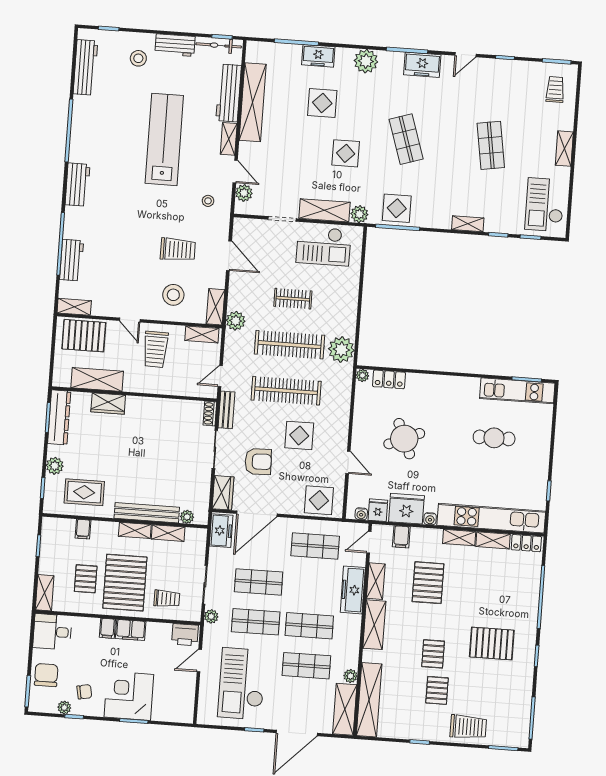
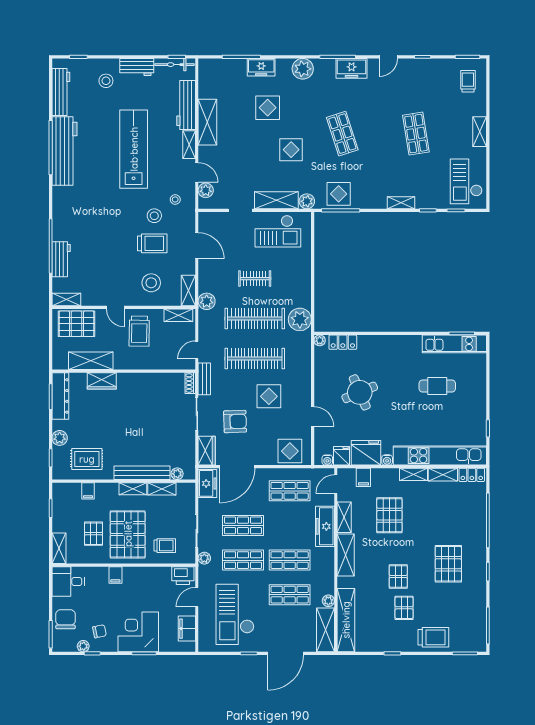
shelving: (253, 102) -> (207, 122), width x0.68
workbench: (78, 185) -> (64, 151), moved, width x1.87, depth x1.32
stool: (183, 218) -> (154, 216), added
filing cabinet: (131, 630) -> (187, 629), moved, turned 90
pallet: (492, 644) -> (448, 564), turned 90

